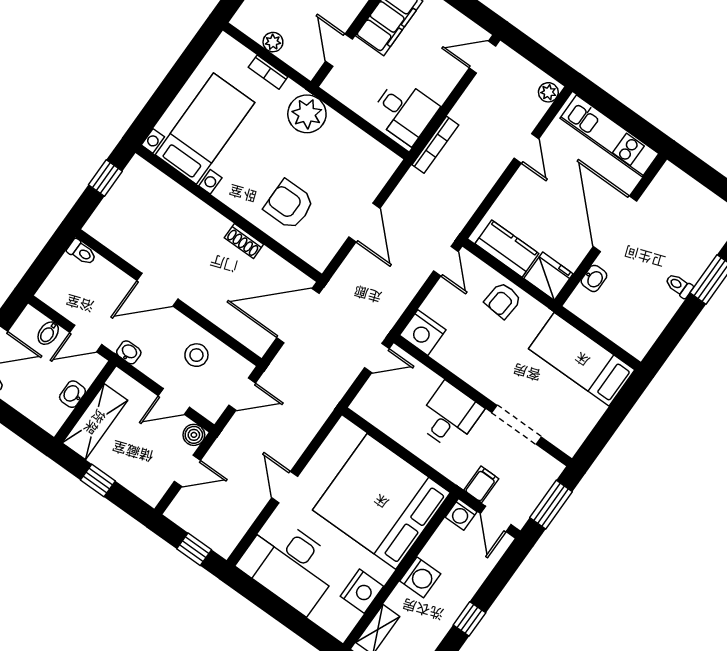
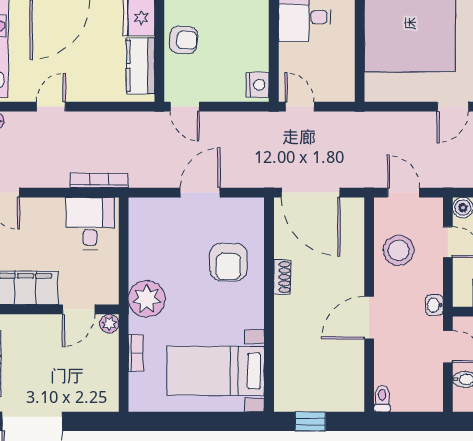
plant: (273, 42) -> (109, 324), moved
door: (446, 261) -> (185, 107), swing flipped
door: (157, 290) -> (369, 318), swing flipped
nightstand: (423, 333) -> (258, 85), width x0.74, depth x0.75
stool: (196, 355) -> (399, 250), width x1.38, depth x1.38

